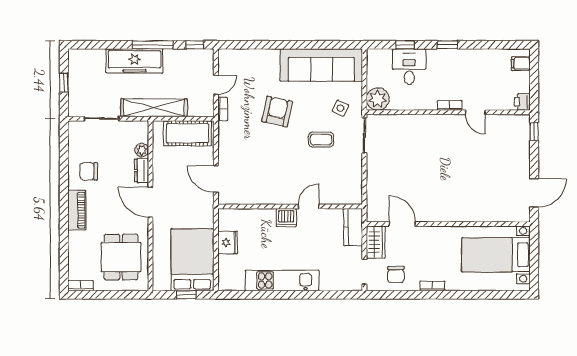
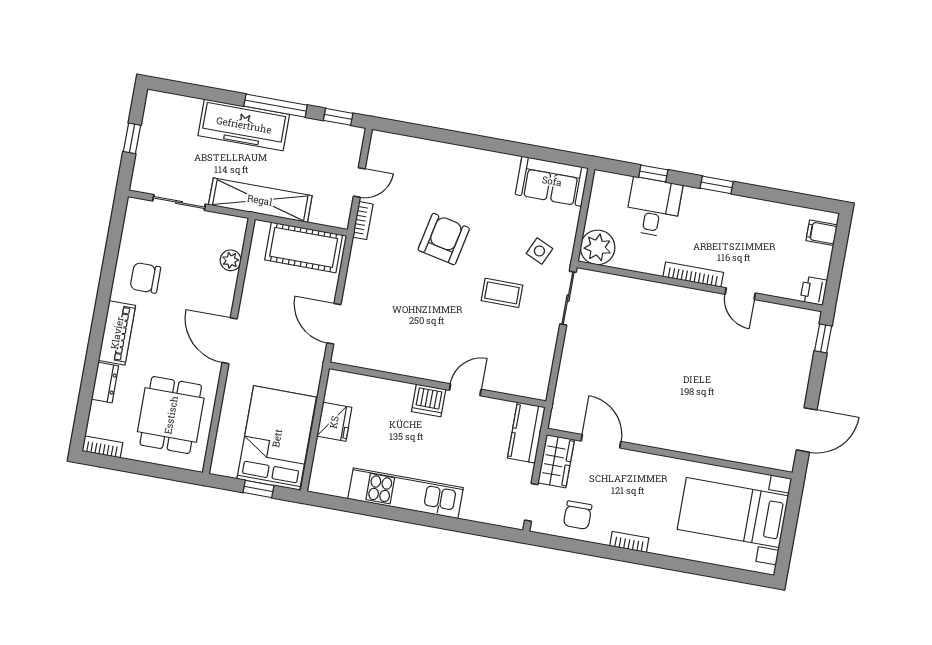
sofa: (321, 65) -> (552, 181), width x0.54, depth x0.79
bookcase: (450, 105) -> (693, 275), width x1.56
dresser: (142, 171) -> (105, 383), moved, turned 180

